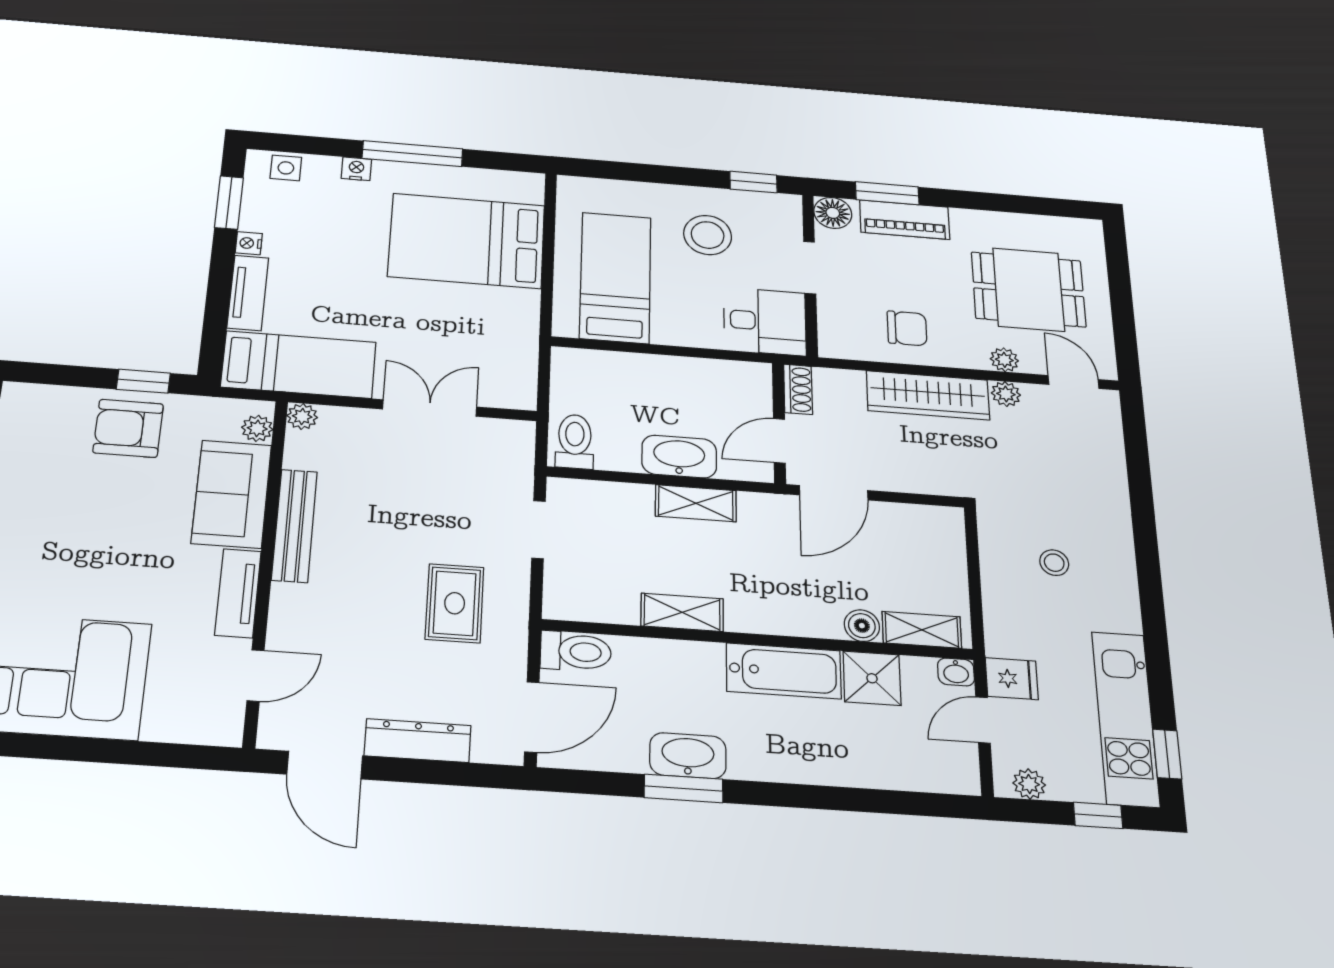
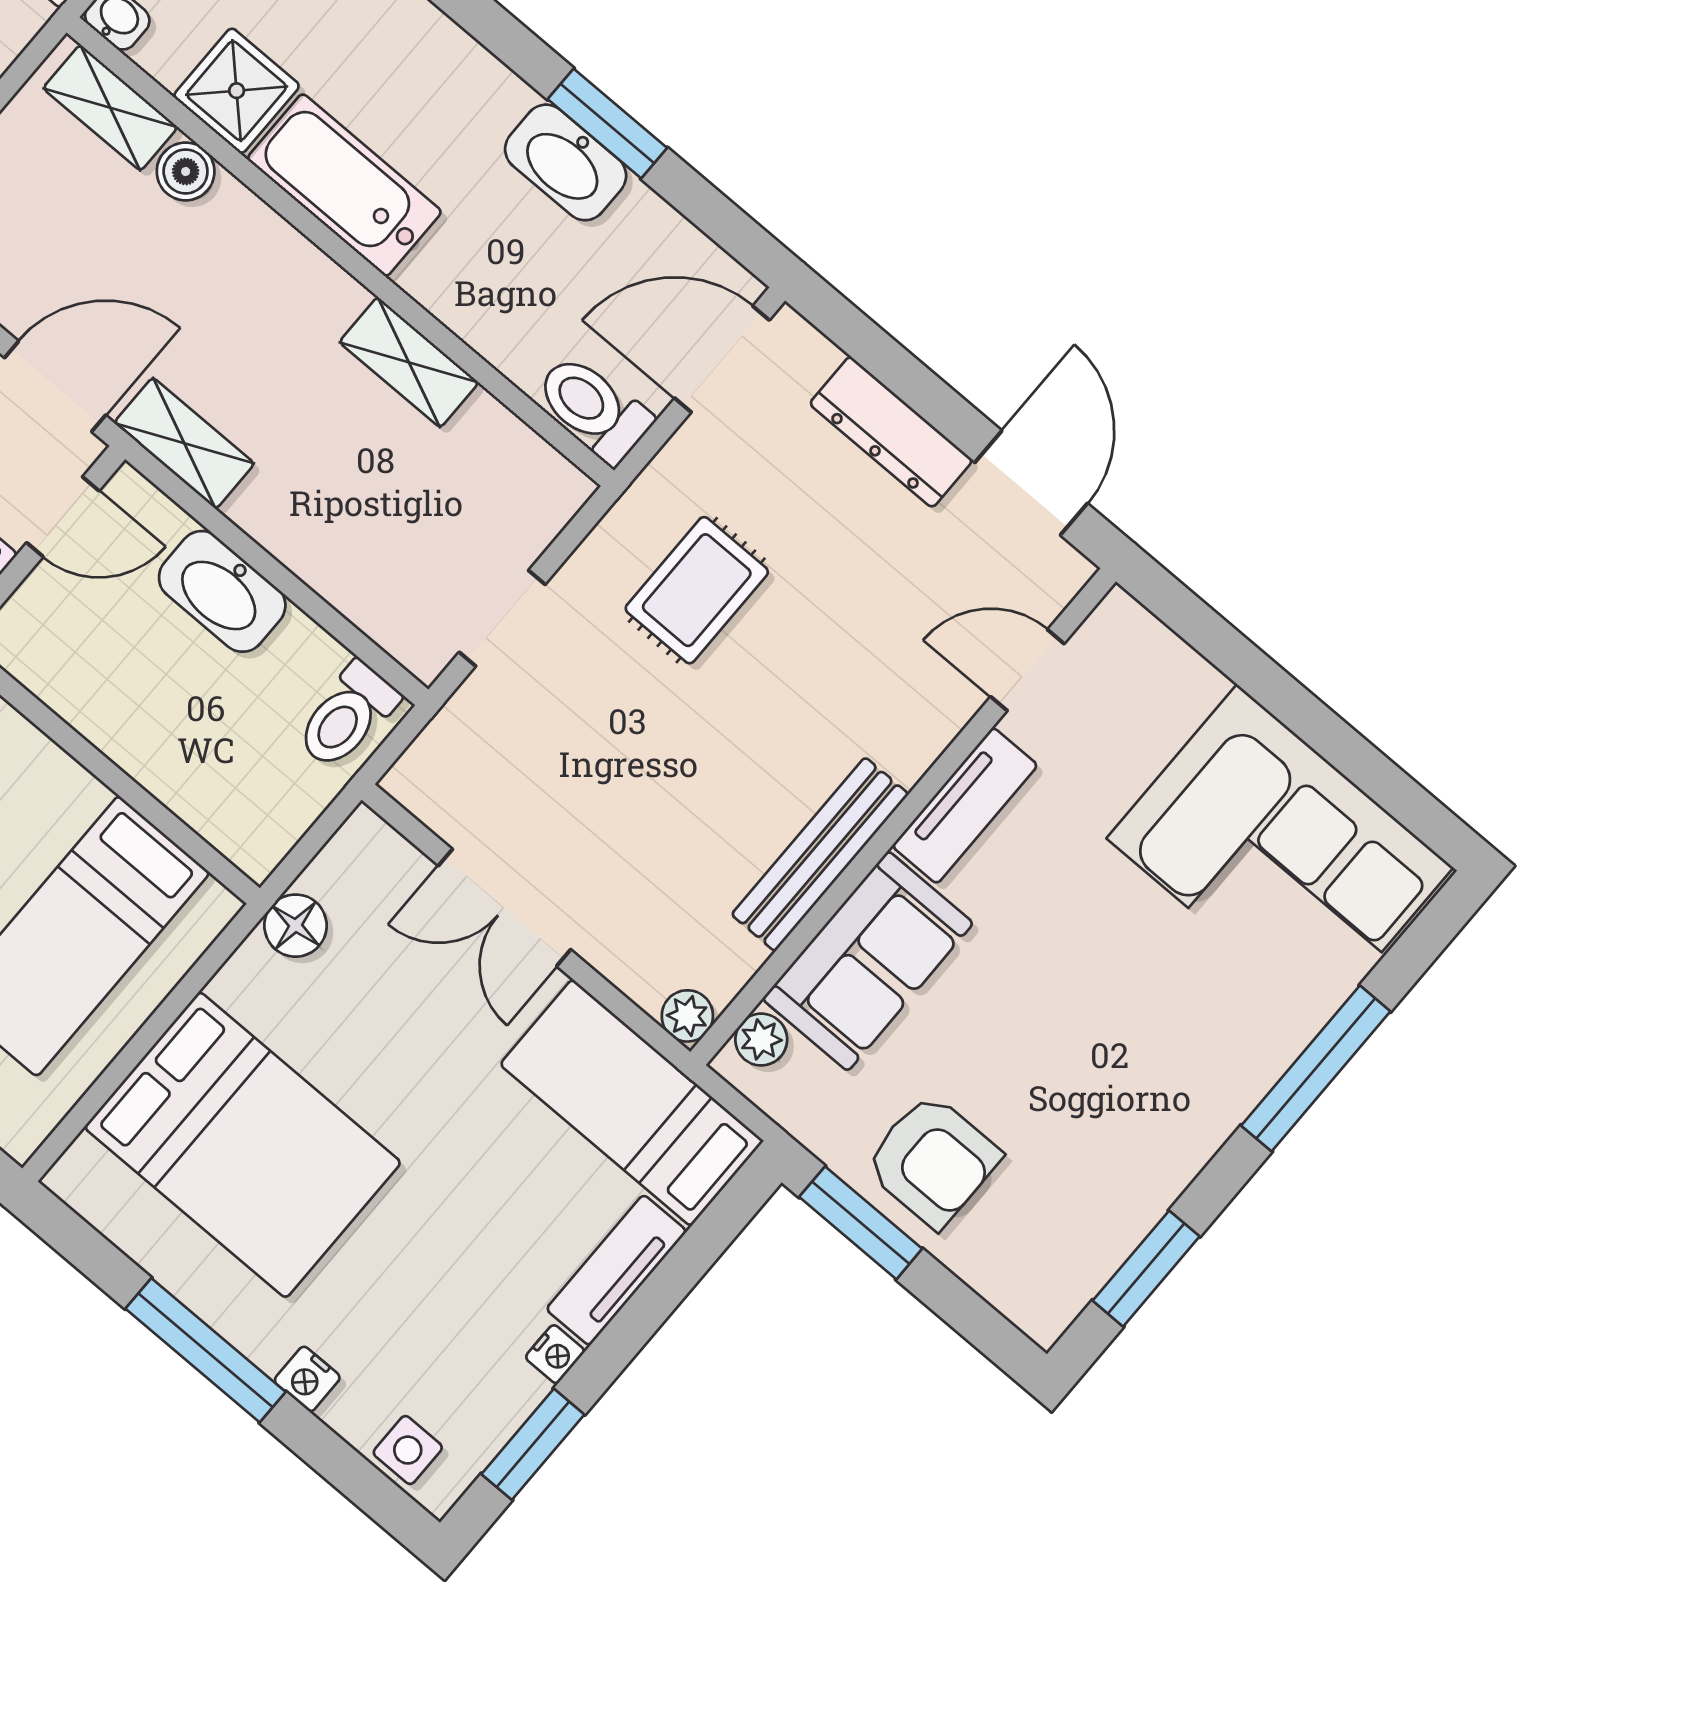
floor lamp: (521, 341) -> (296, 926), added
window: (143, 381) -> (861, 1223), width x1.50
shelving: (696, 503) -> (184, 443), moved

